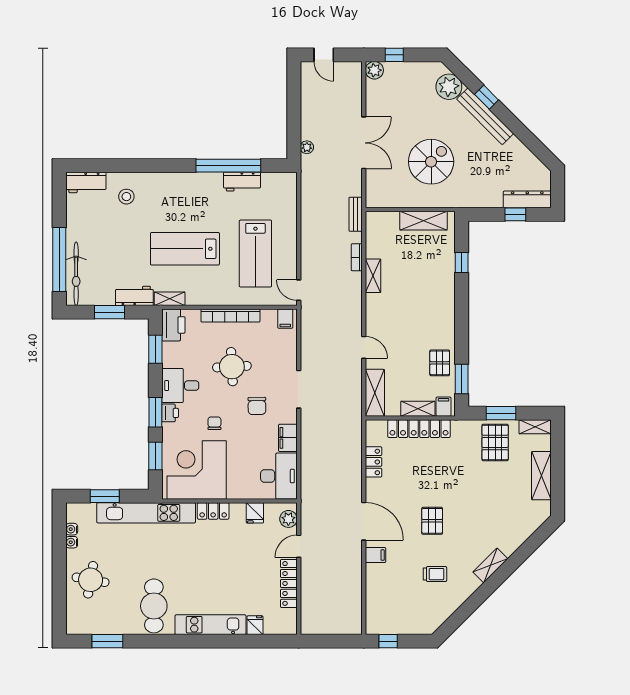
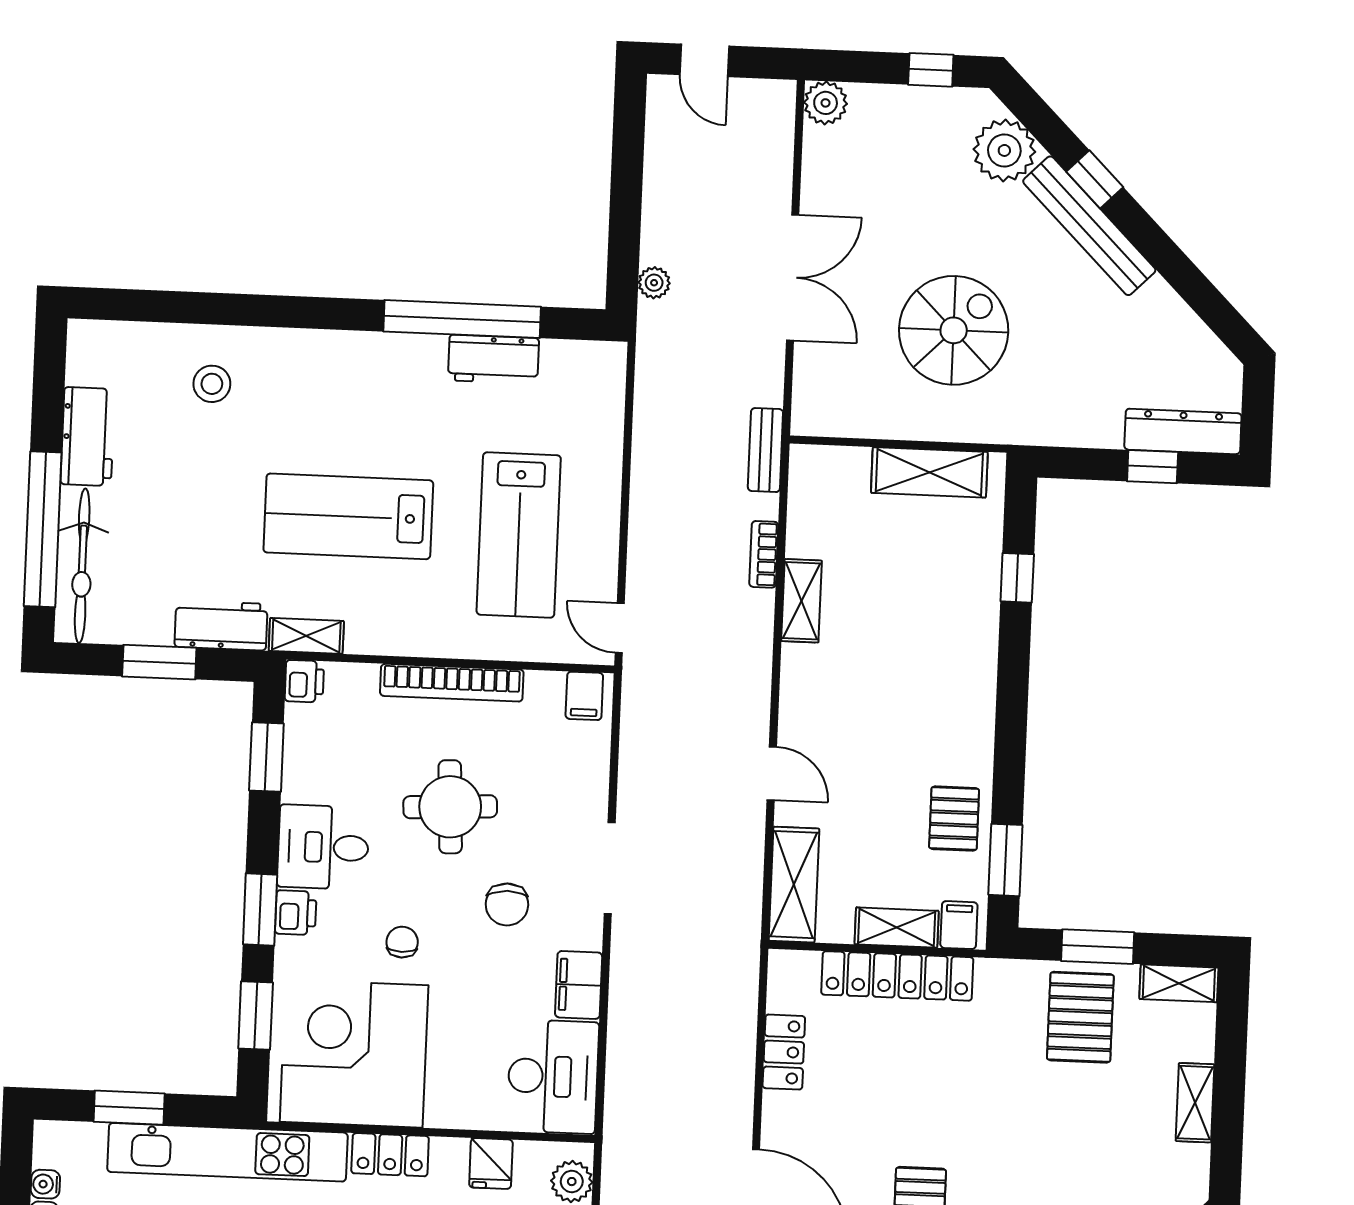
window: (394, 55) -> (931, 70), moved
workbench: (86, 182) -> (88, 436), moved, turned -90
printer: (173, 325) -> (304, 681), width x0.53, depth x0.68
shelving: (541, 476) -> (1195, 1103), width x0.67, depth x0.75

